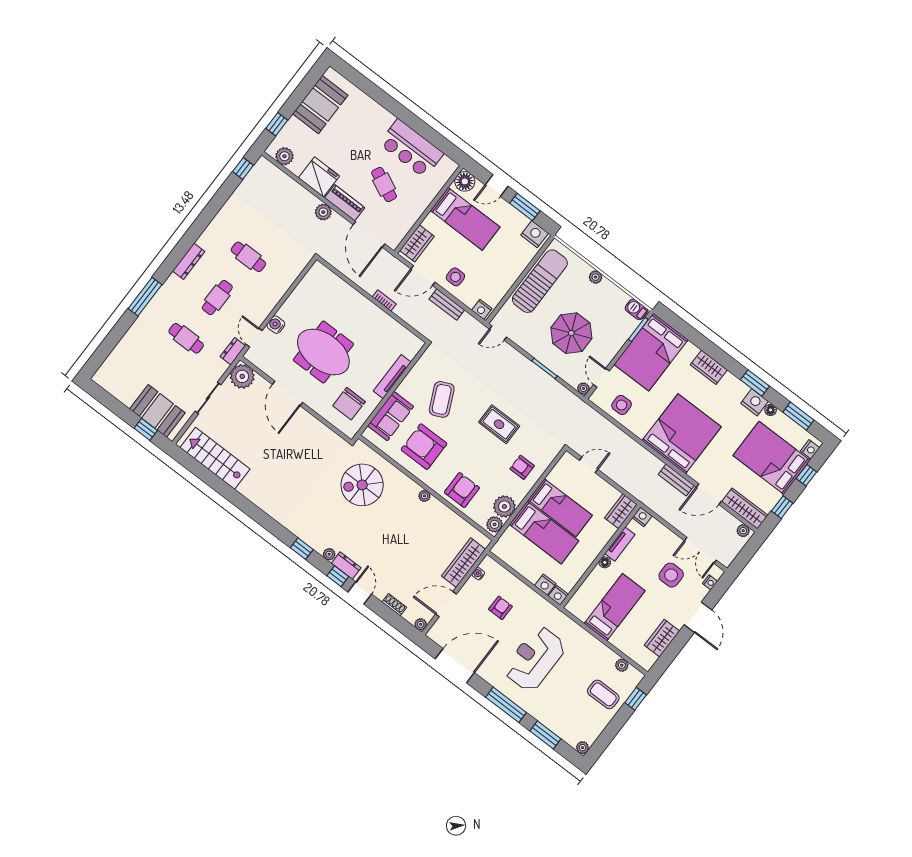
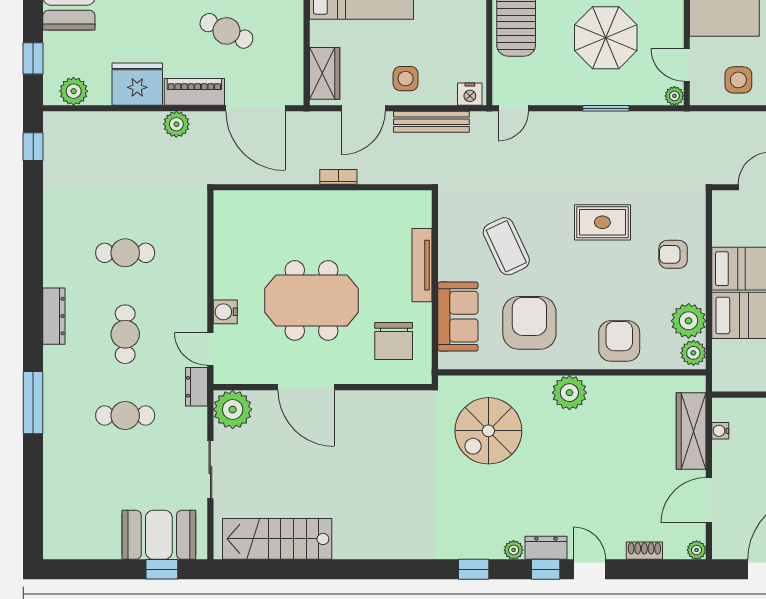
bench: (447, 305) -> (431, 122), width x1.36
armchair: (424, 447) -> (529, 323), turned 90
plant: (424, 496) -> (569, 393), width x1.88, depth x1.88

